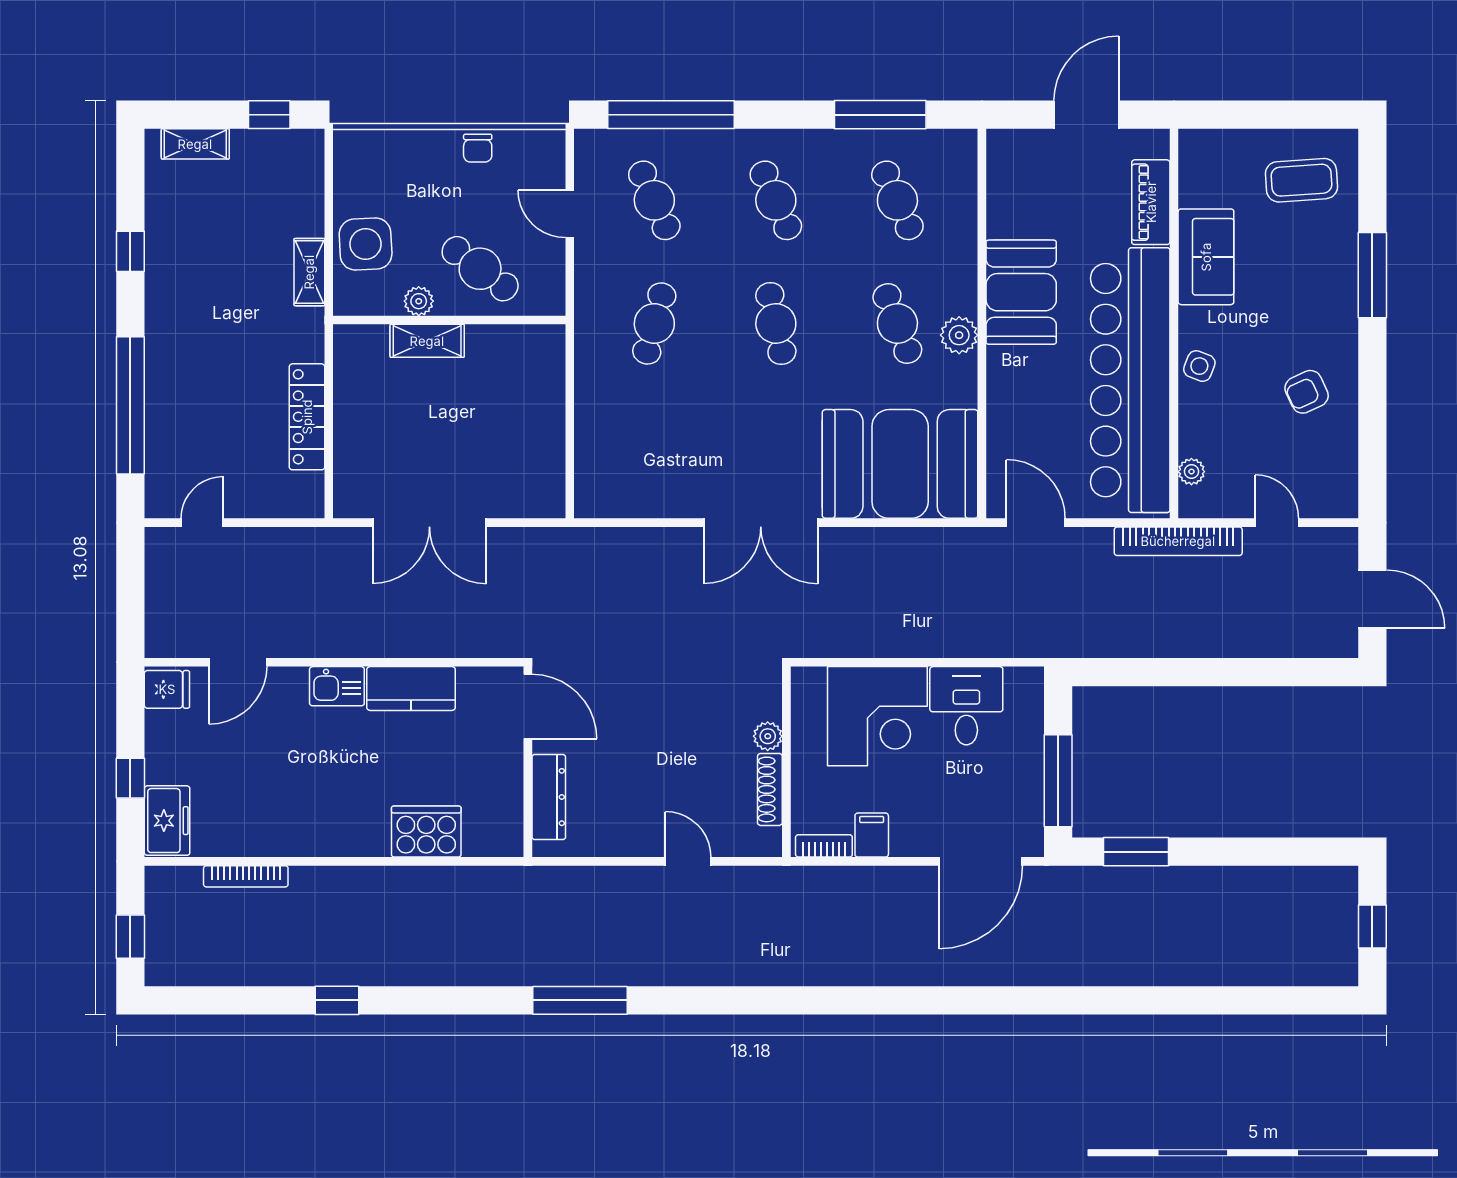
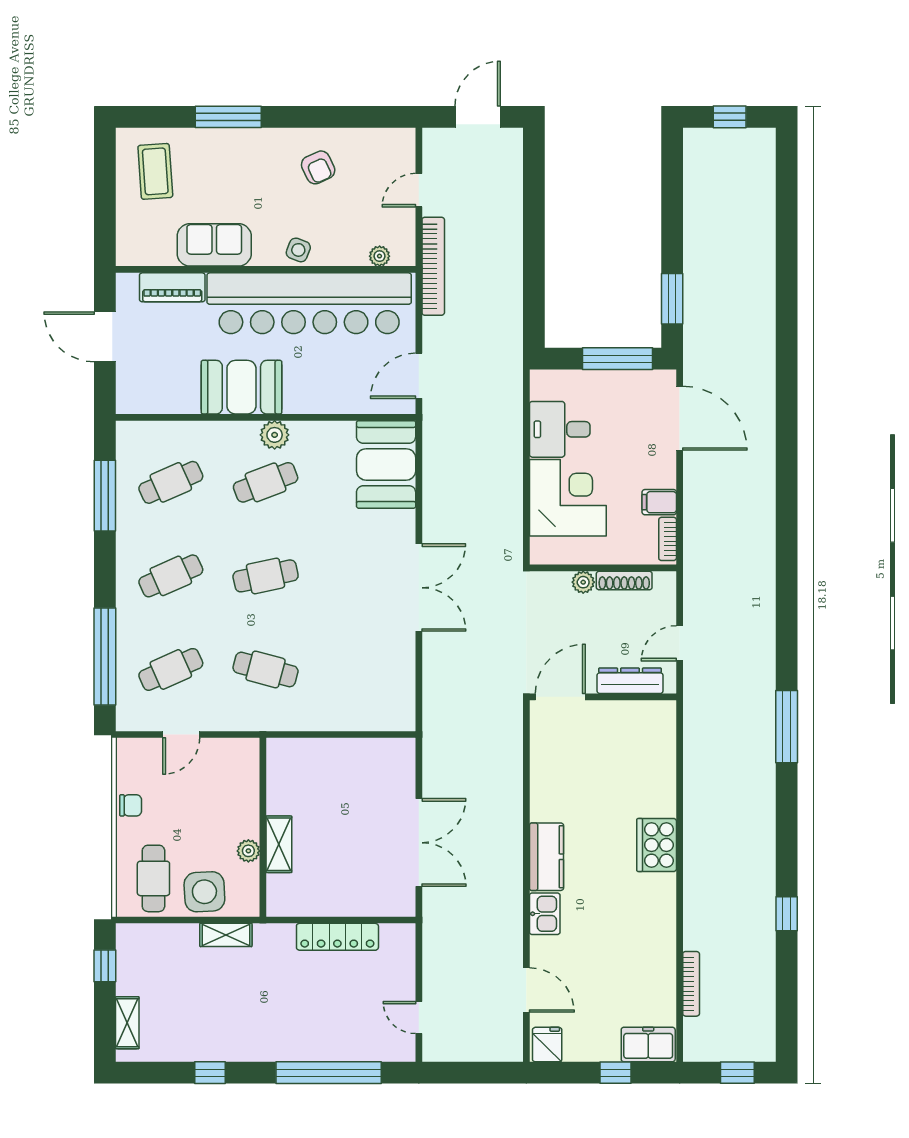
cafe table: (480, 269) -> (153, 878), moved, turned -37
booth: (900, 464) -> (386, 464), width x0.73, depth x0.70
door: (528, 706) -> (560, 697), moved
wall: (528, 762) -> (603, 697), moved
dresser: (549, 797) -> (630, 681), moved

